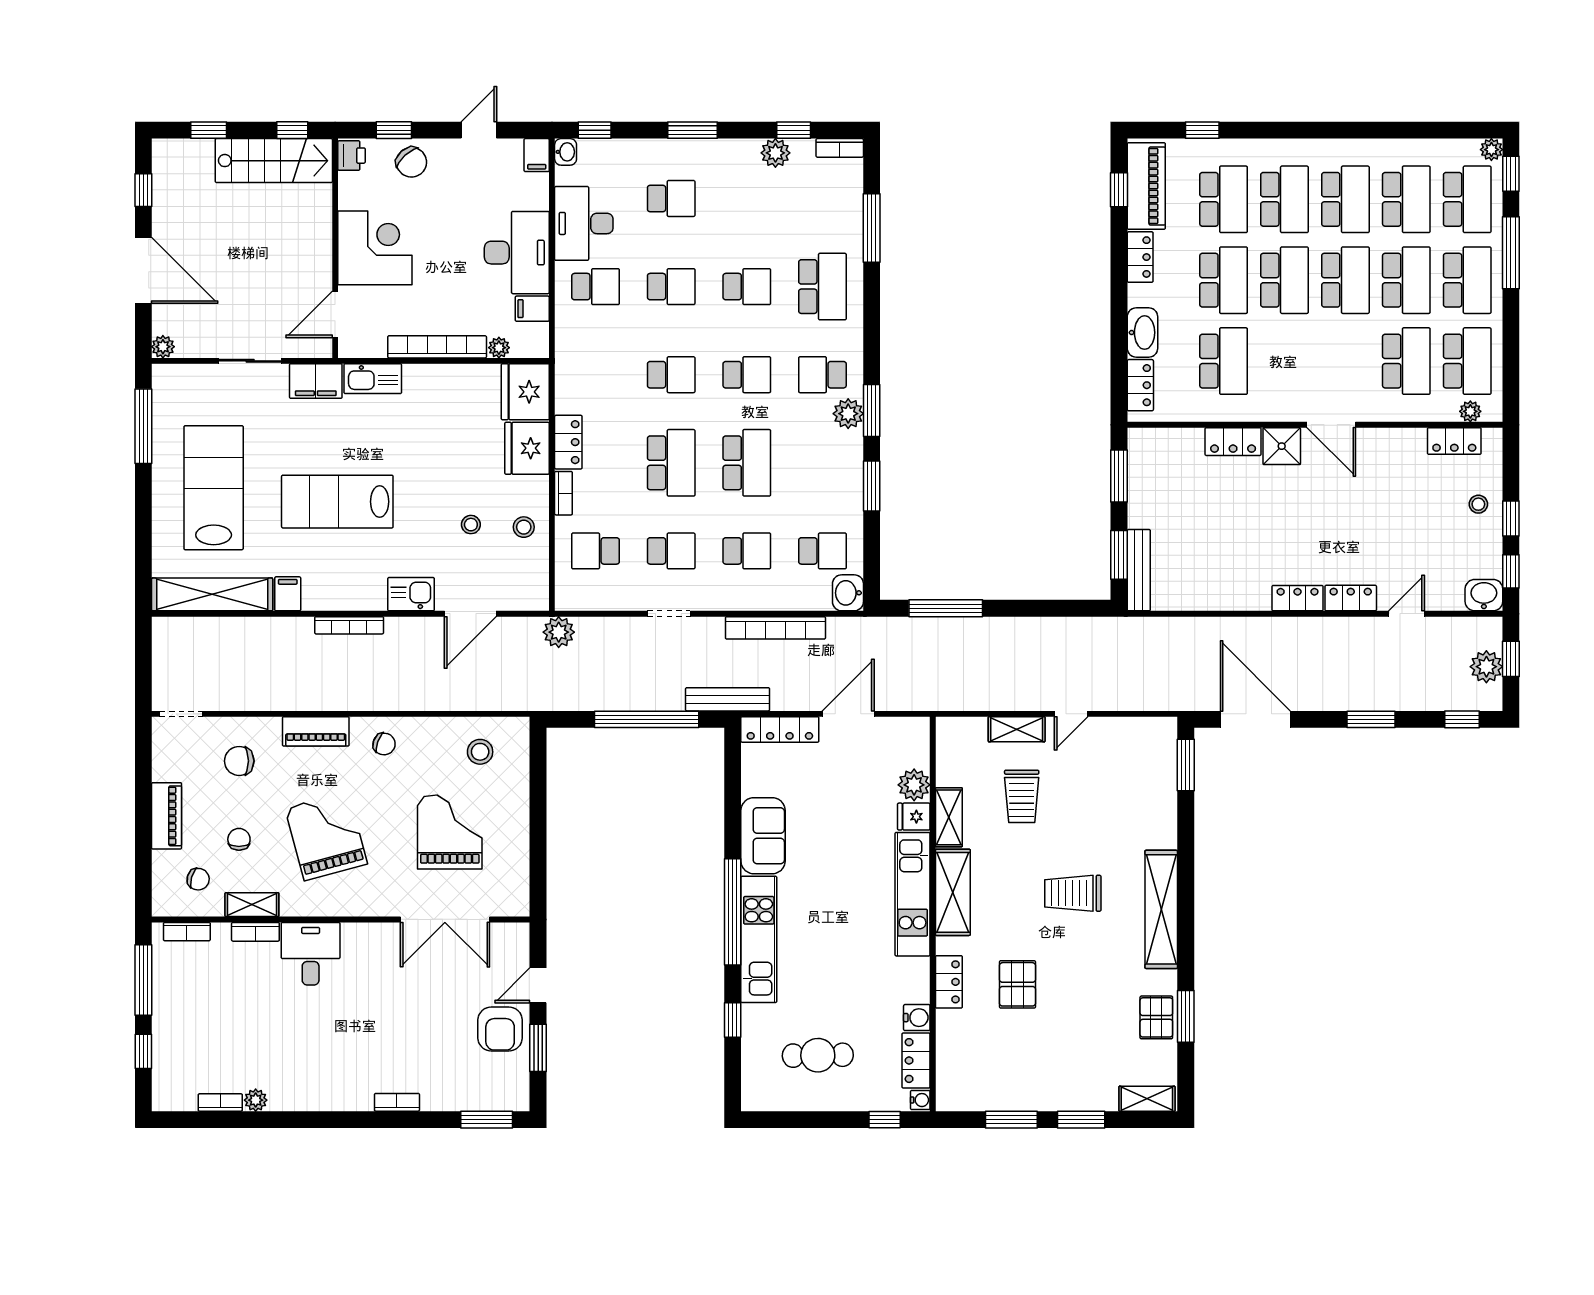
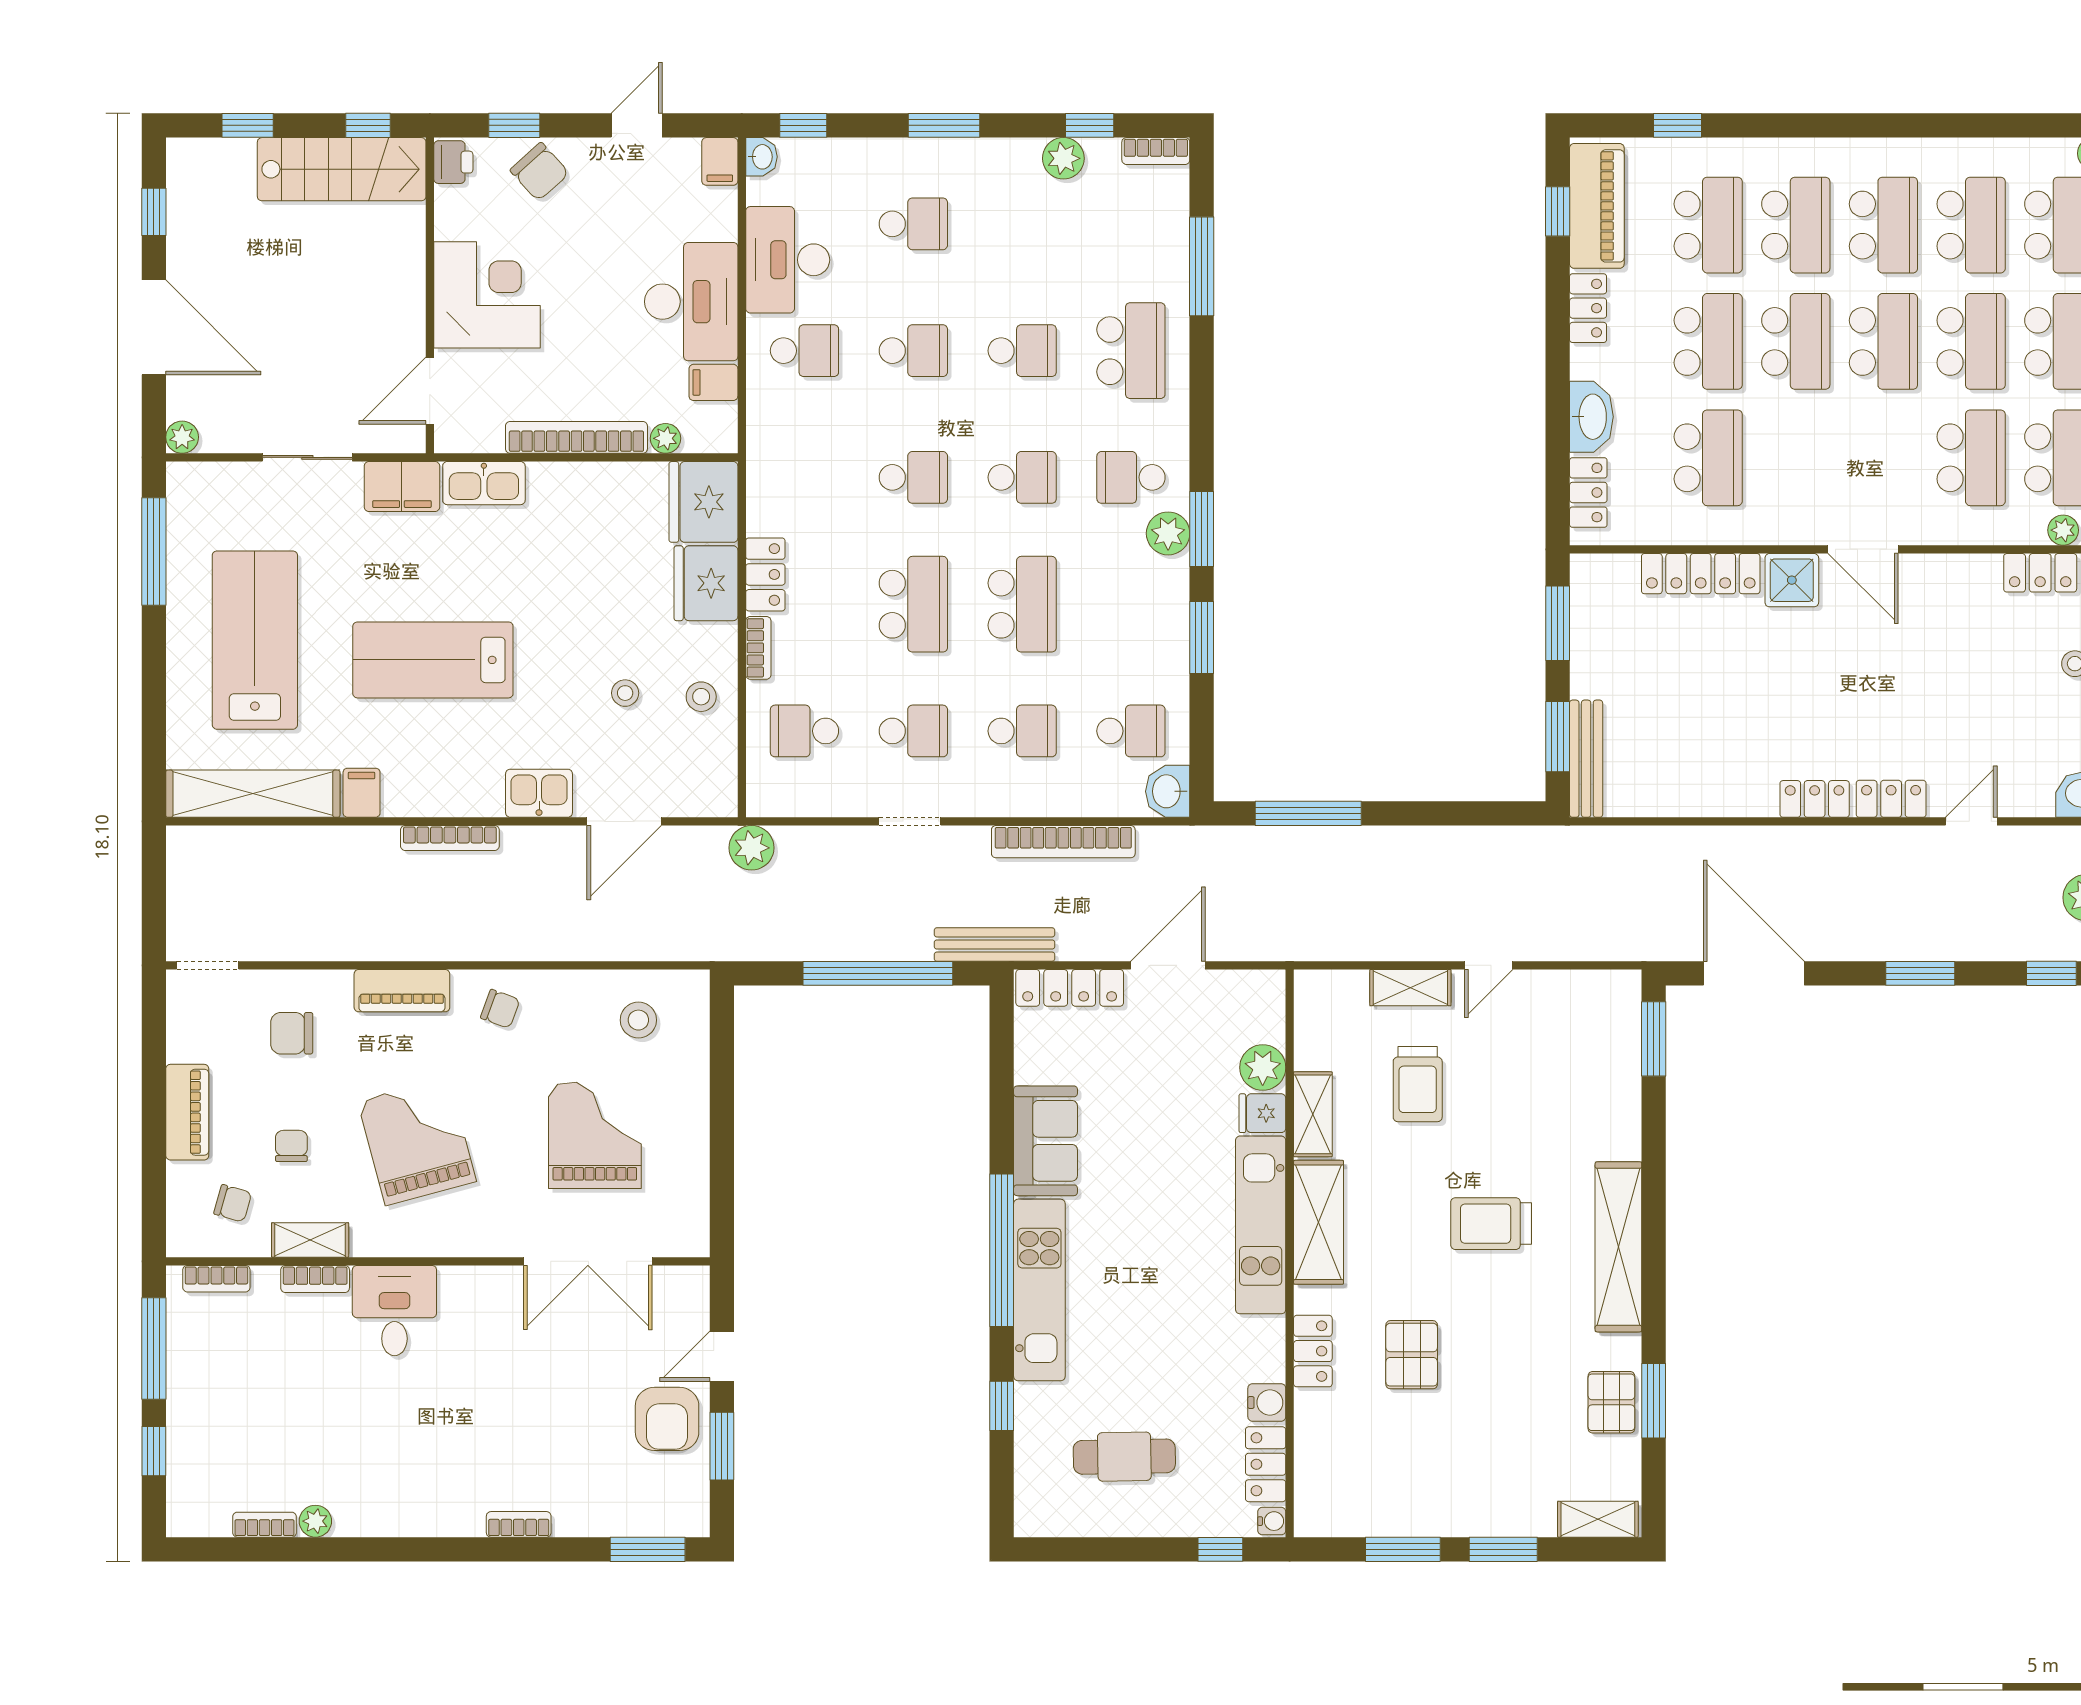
locker: (1233, 442) -> (1701, 574), width x1.53

